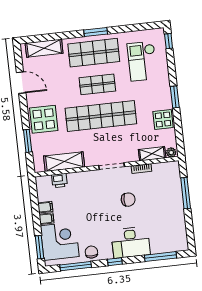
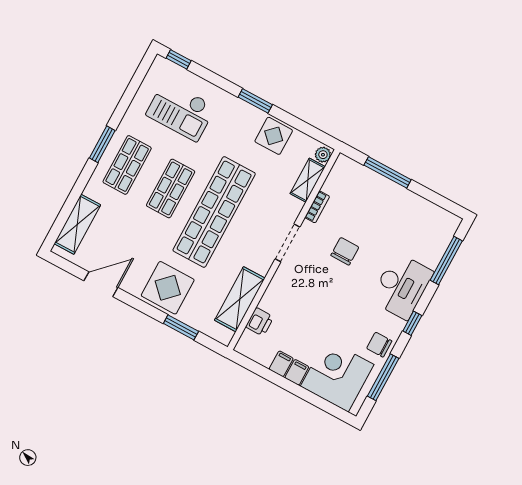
shop shelf: (94, 53) -> (127, 165), width x0.70, depth x0.74
window: (40, 247) -> (327, 406), removed

